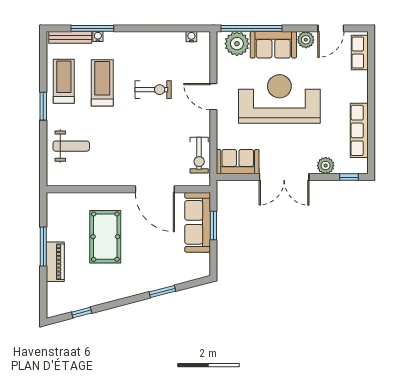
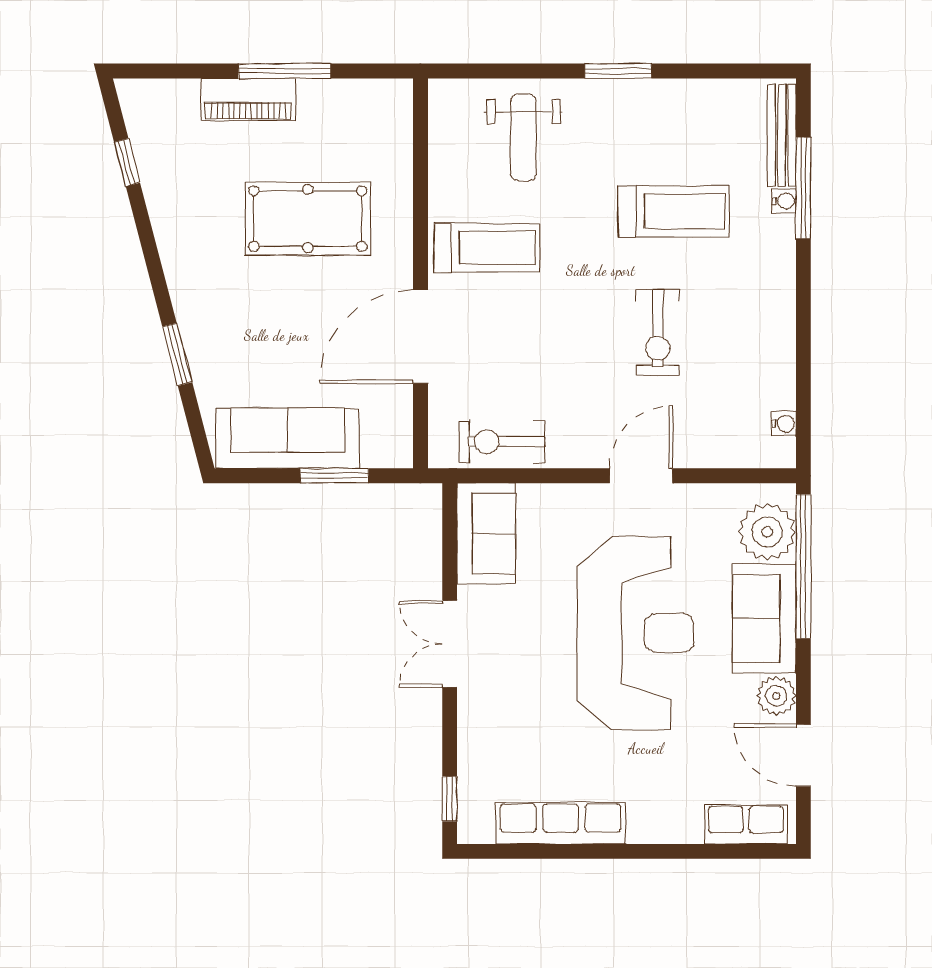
treadmill: (64, 81) -> (487, 248), moved
plant: (326, 166) -> (477, 743), removed
double door: (284, 177) -> (450, 644), width x0.73
sofa: (198, 222) -> (287, 438), moved

